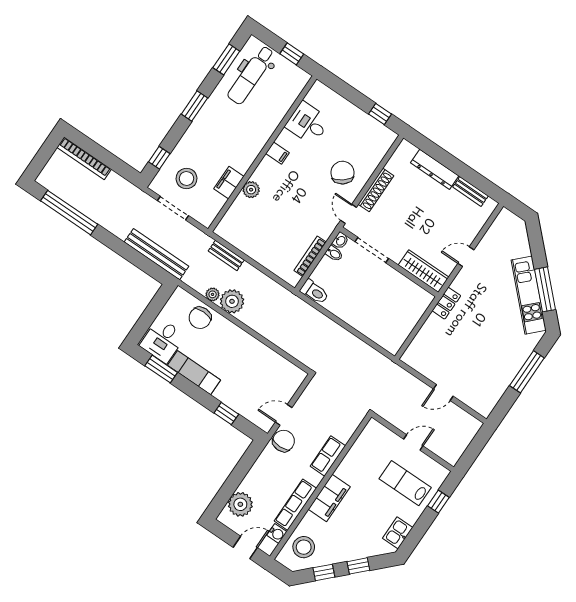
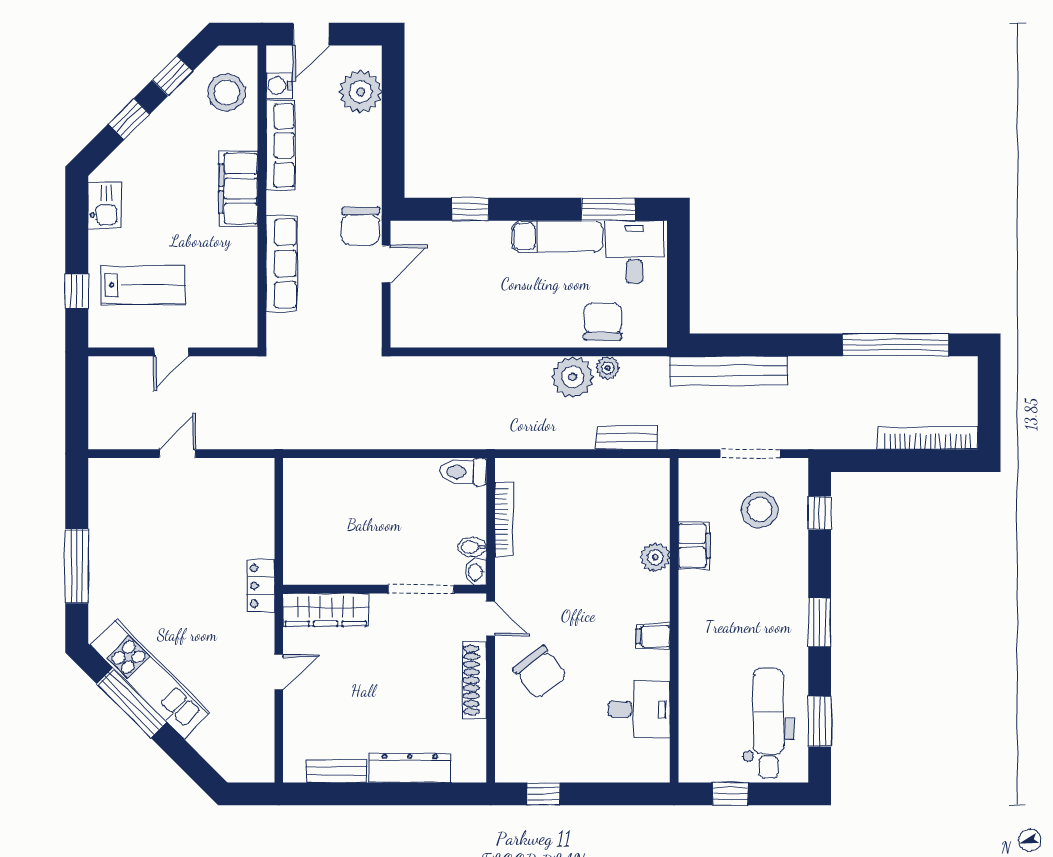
row of seats: (328, 456) -> (282, 264), width x1.48

